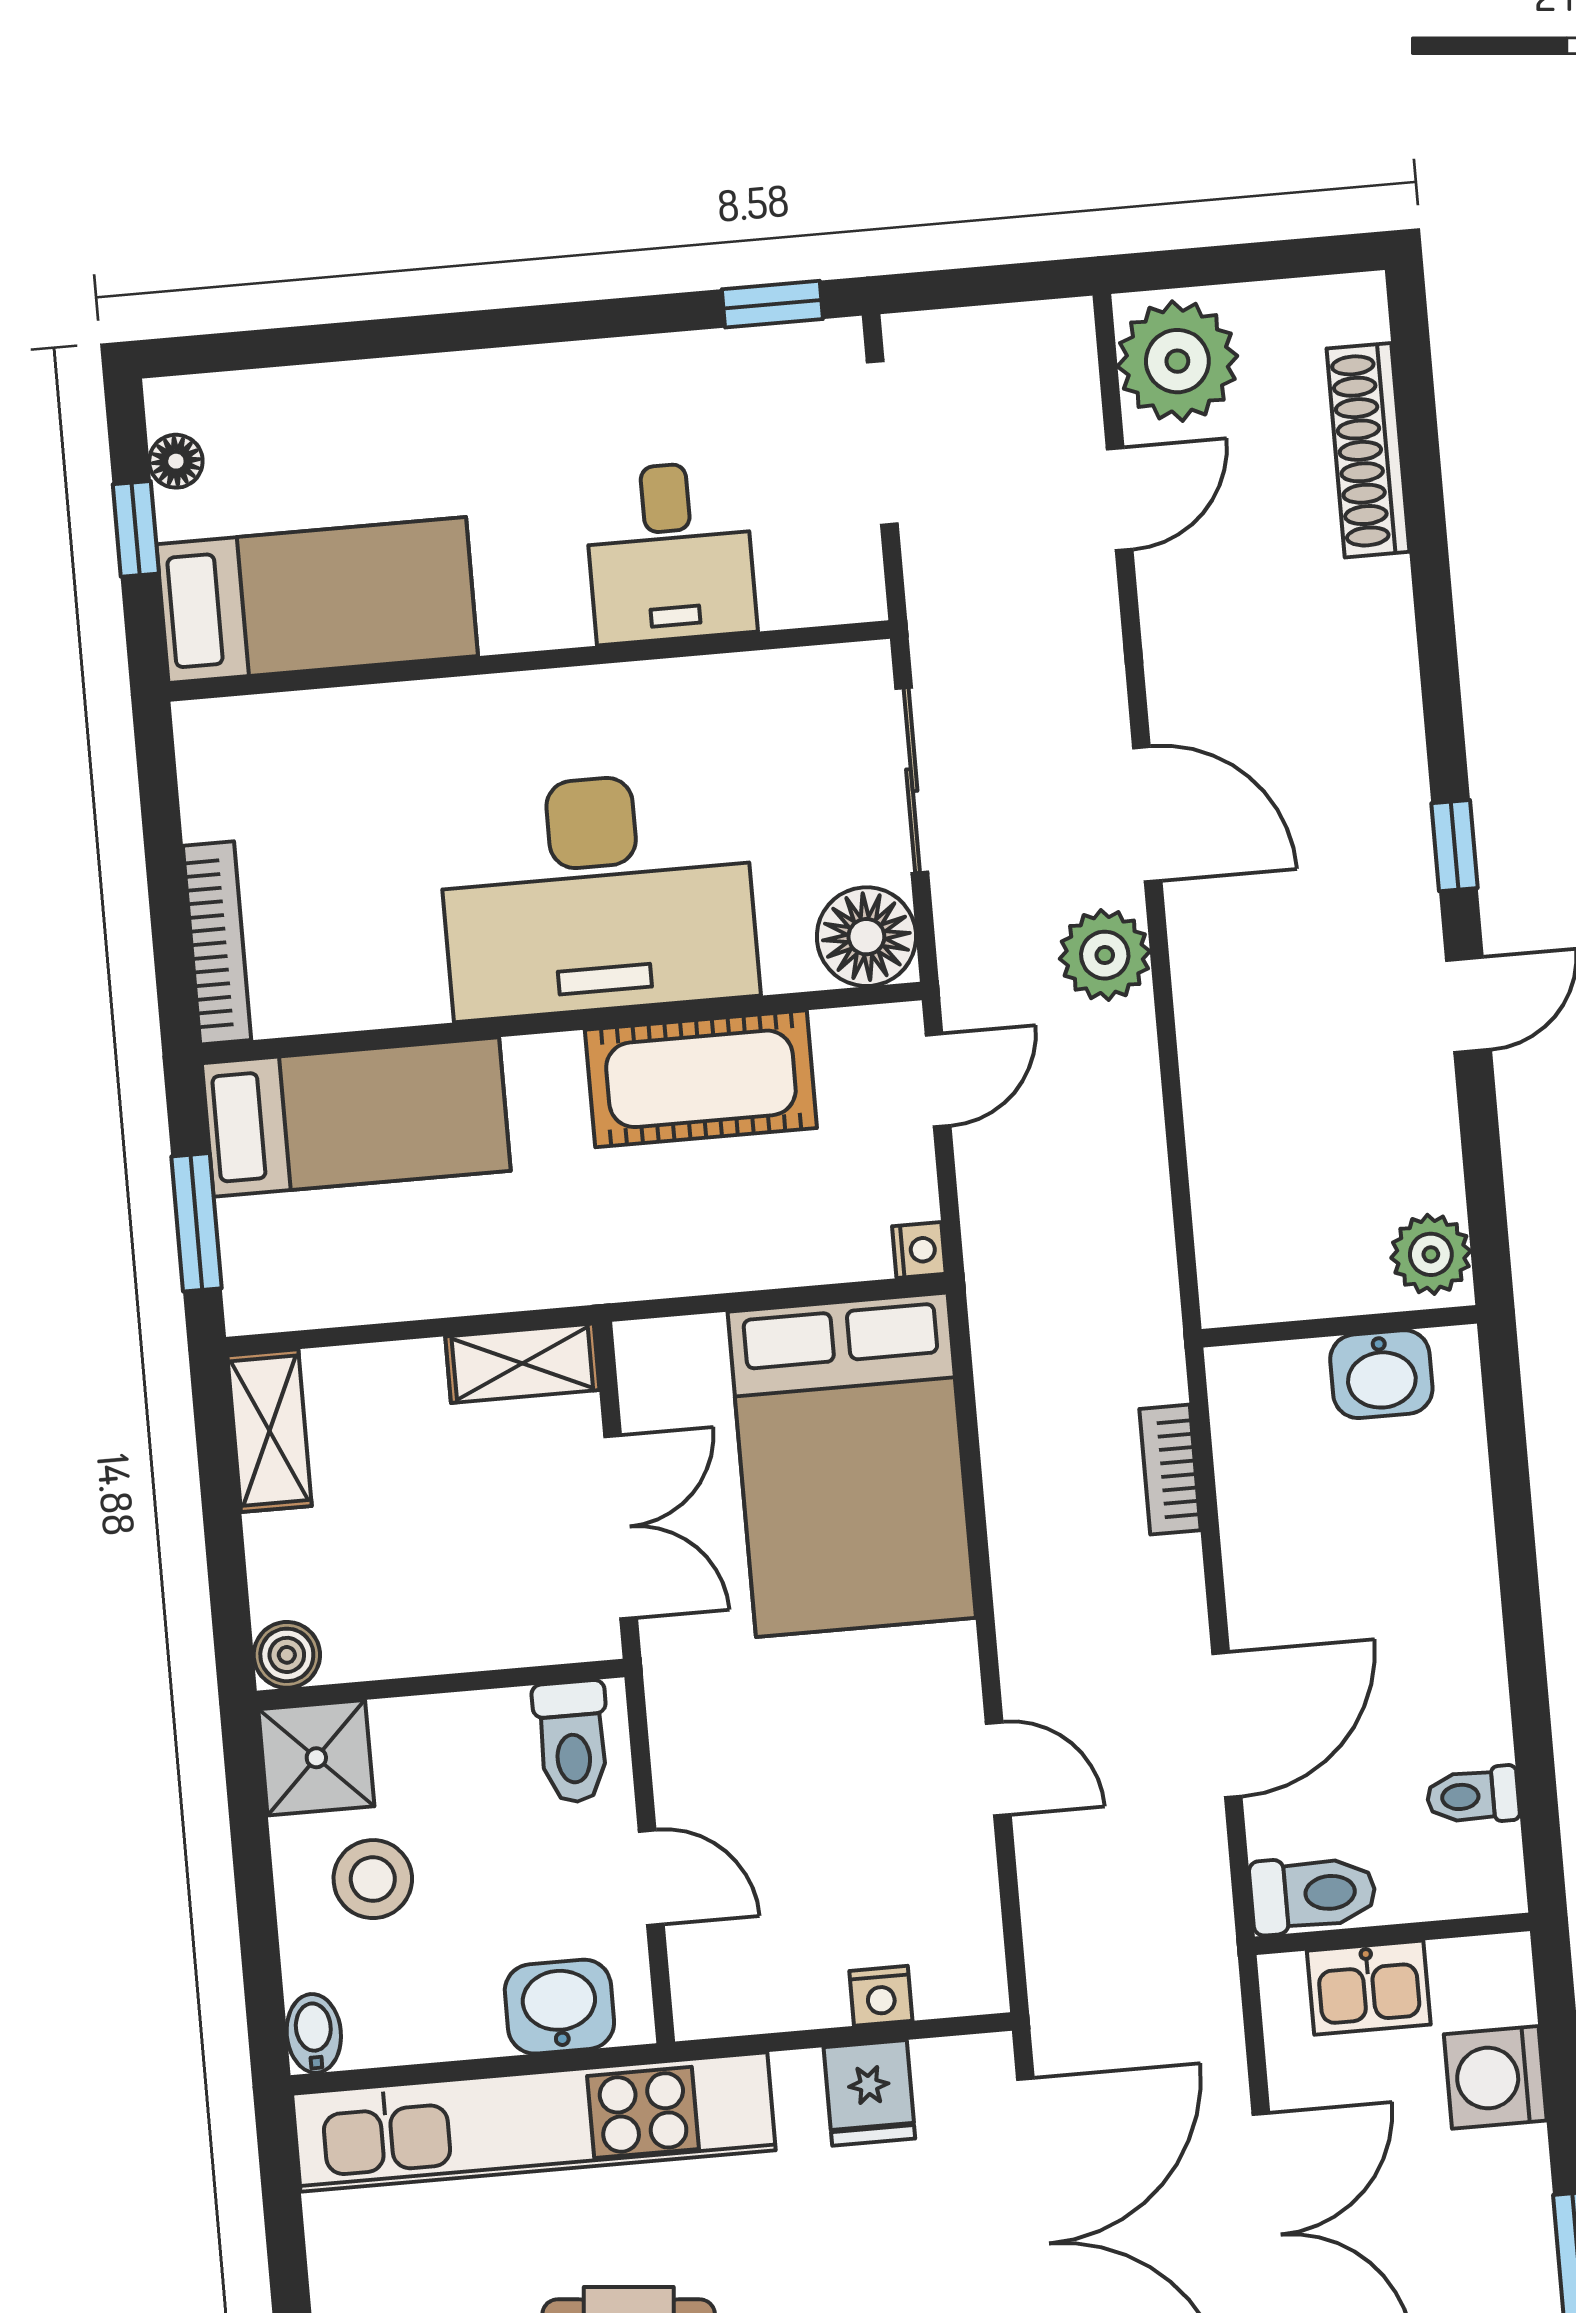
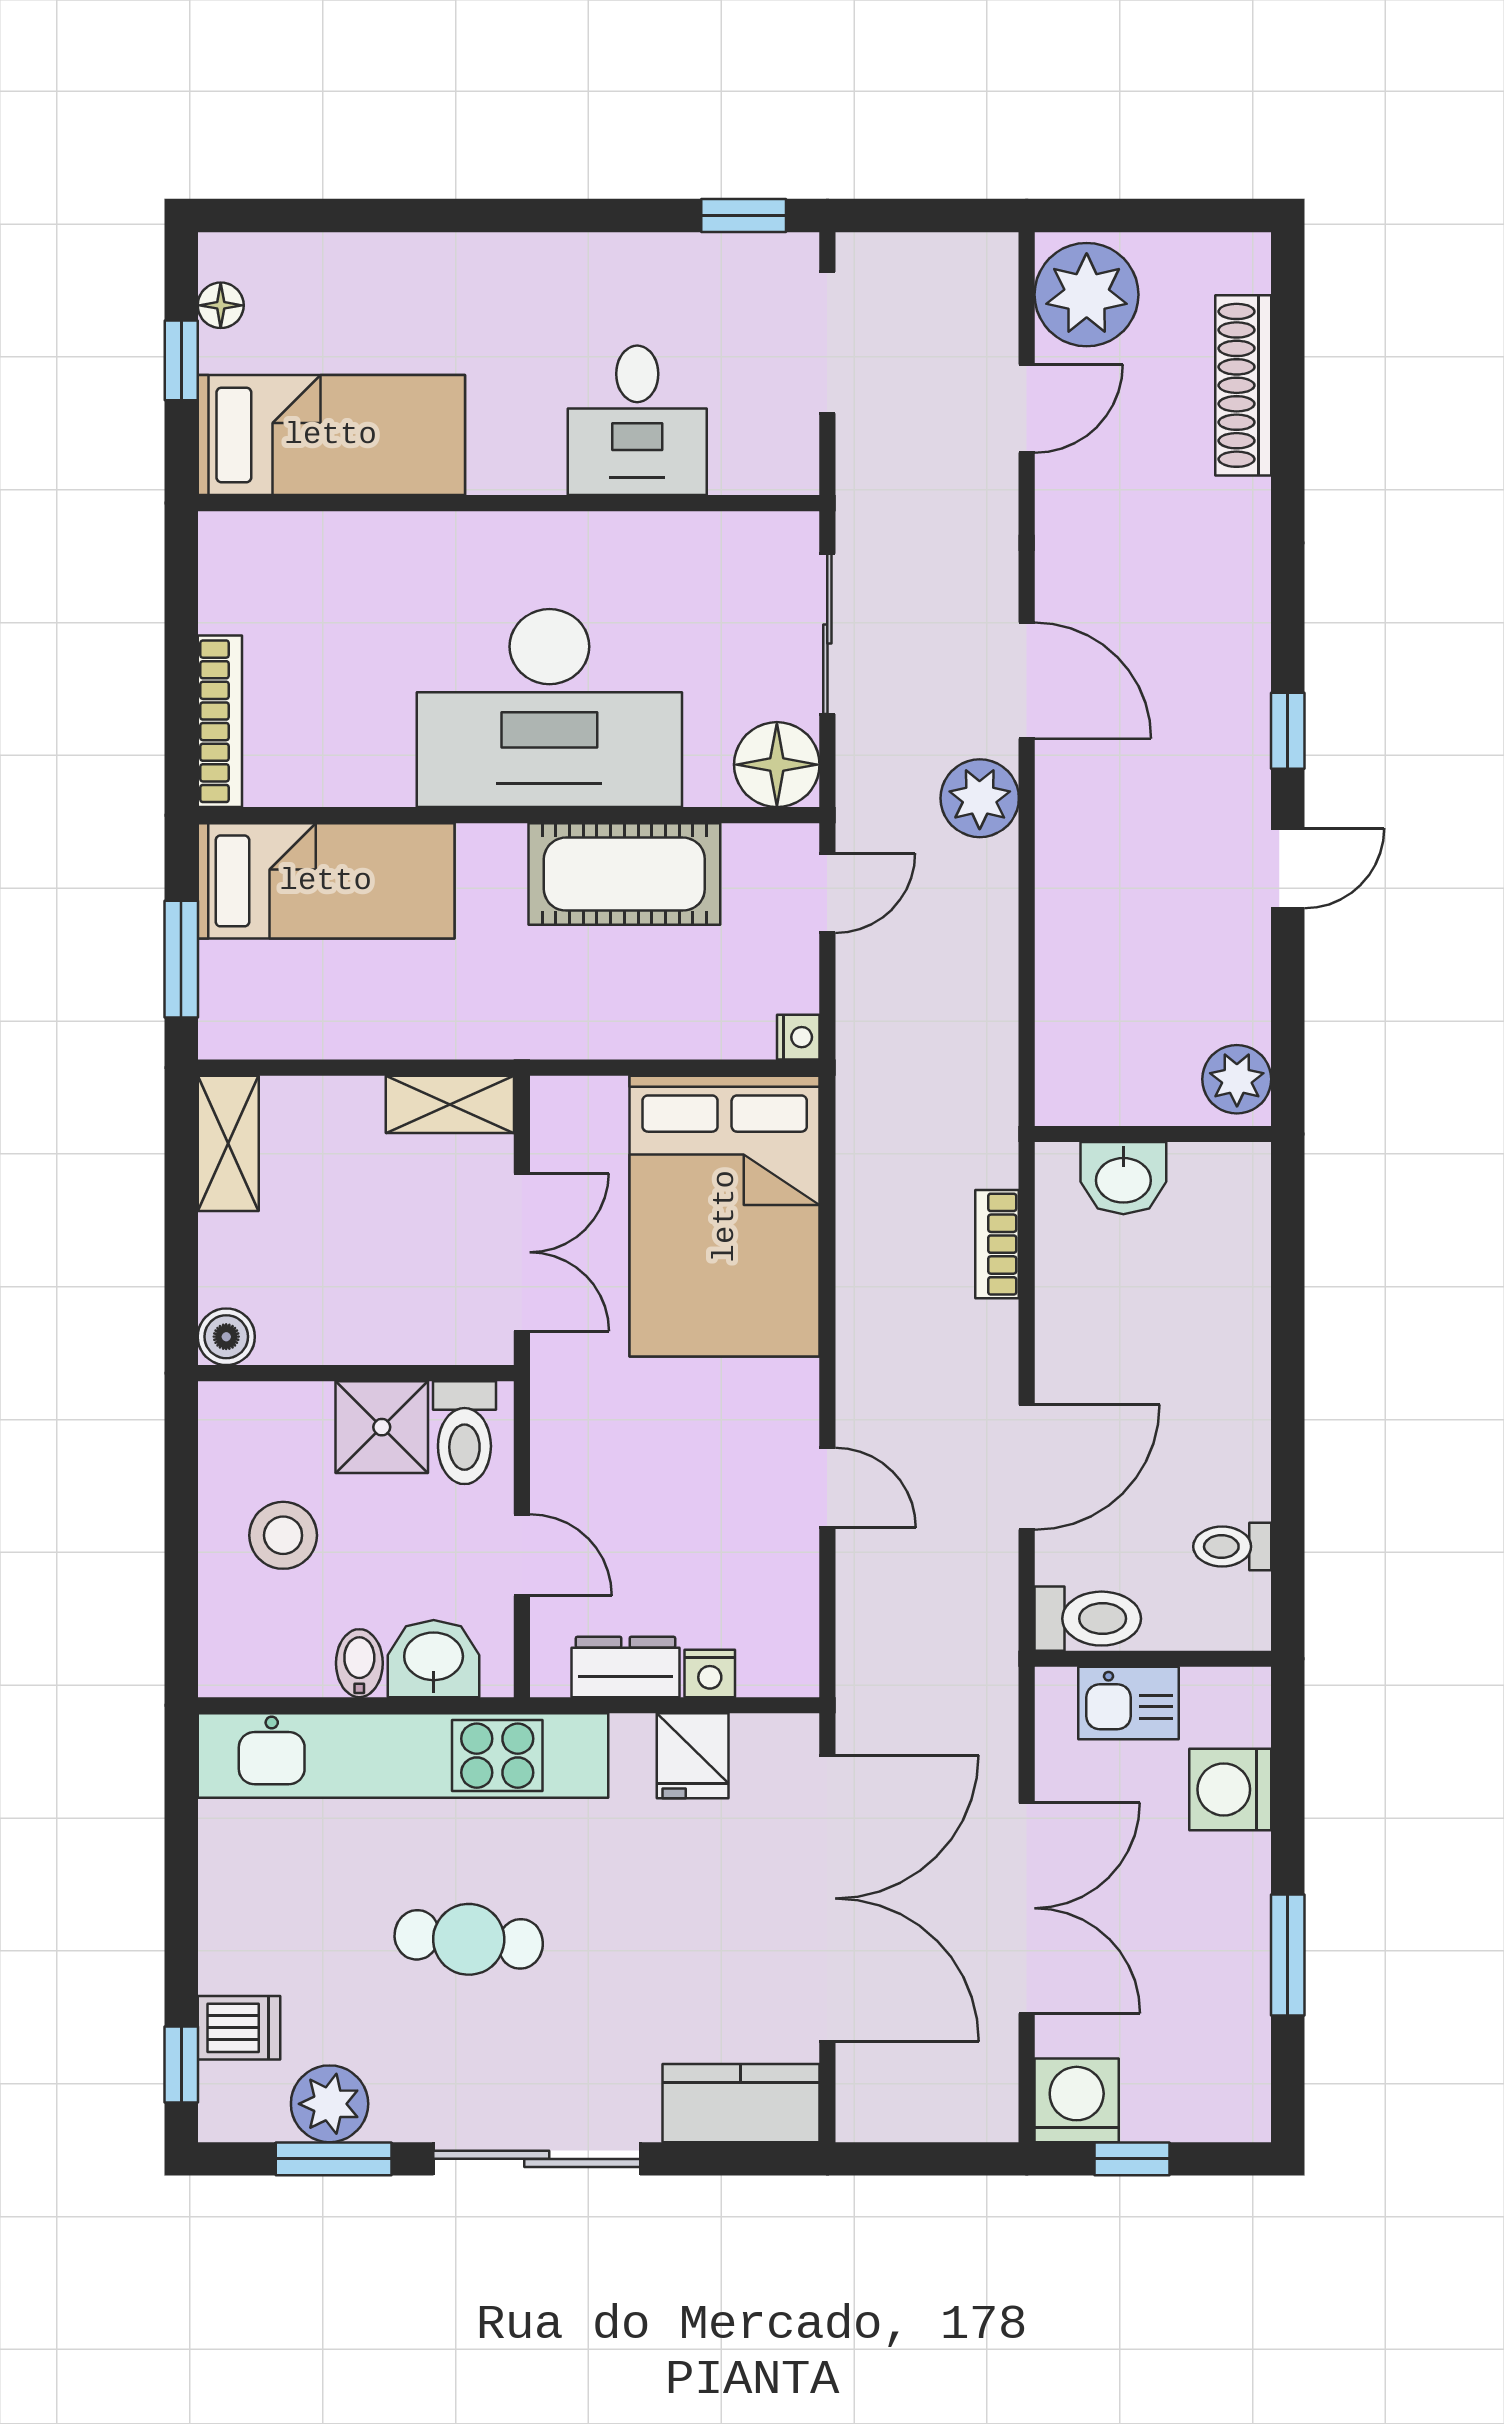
washbasin: (1381, 1374) -> (1123, 1178), moved
shower: (316, 1758) -> (382, 1427), moved
dresser: (783, 1997) -> (625, 1667), added
bidet: (314, 2033) -> (359, 1663), moved

